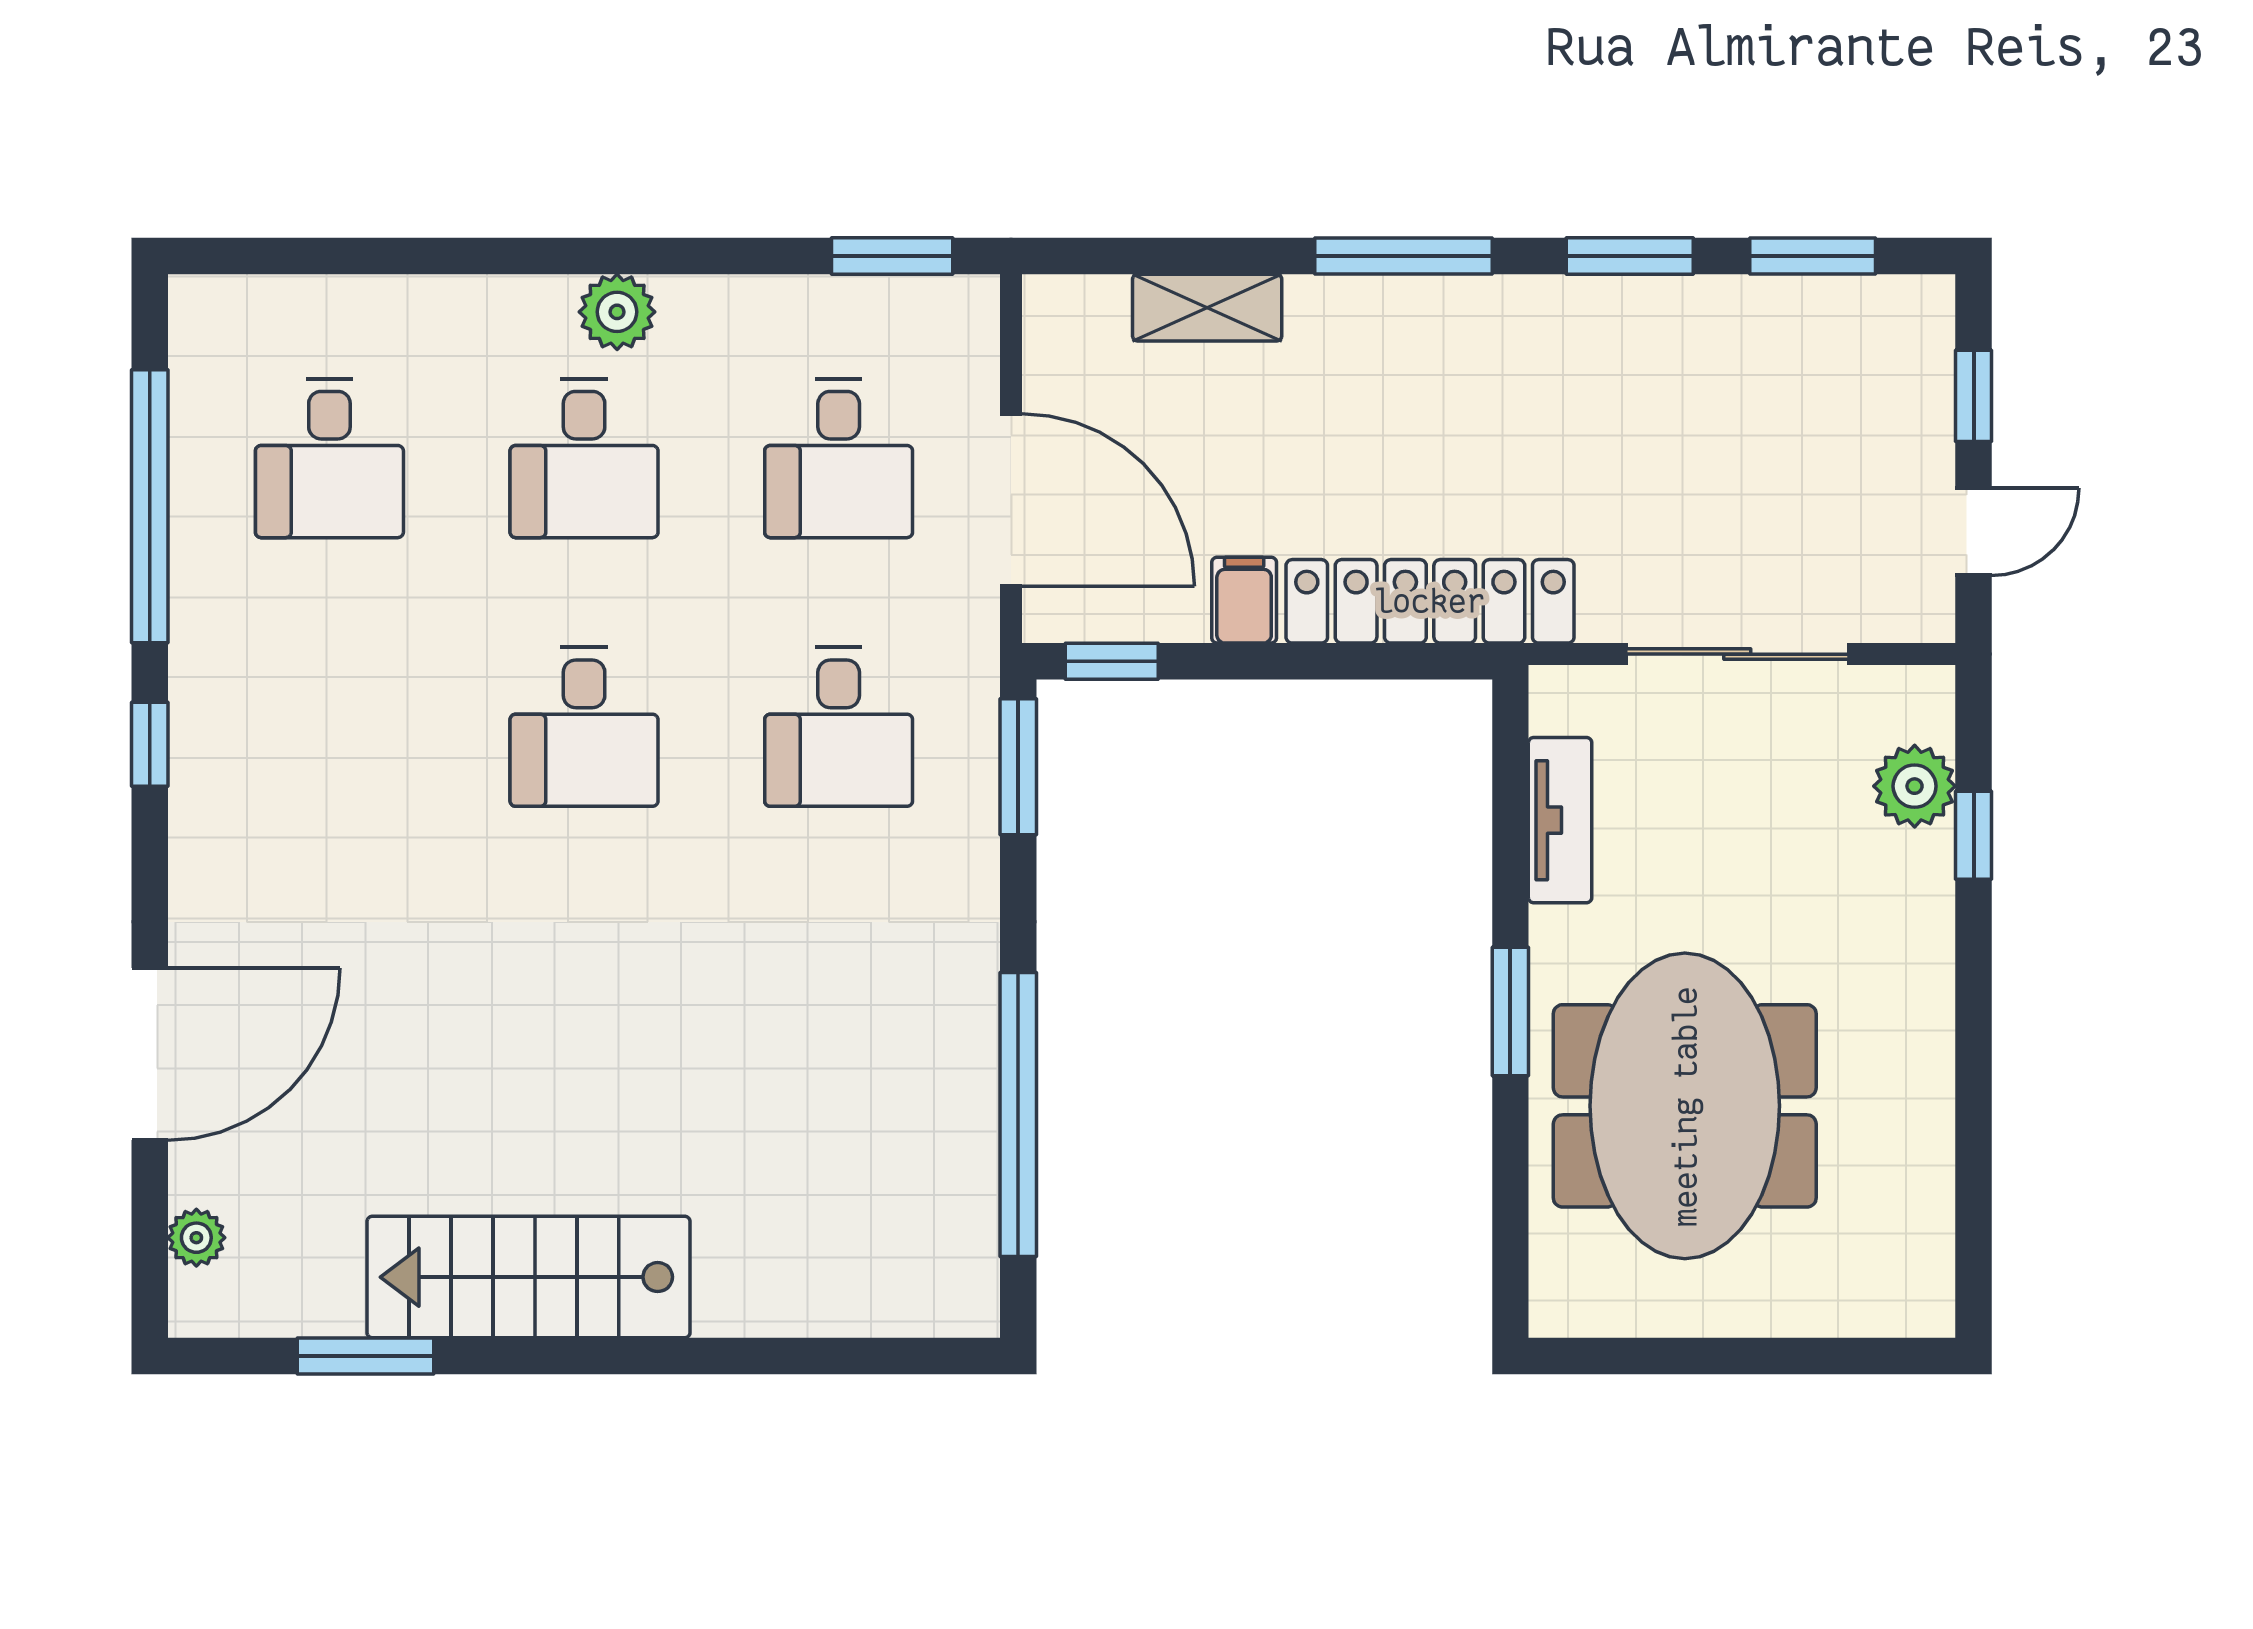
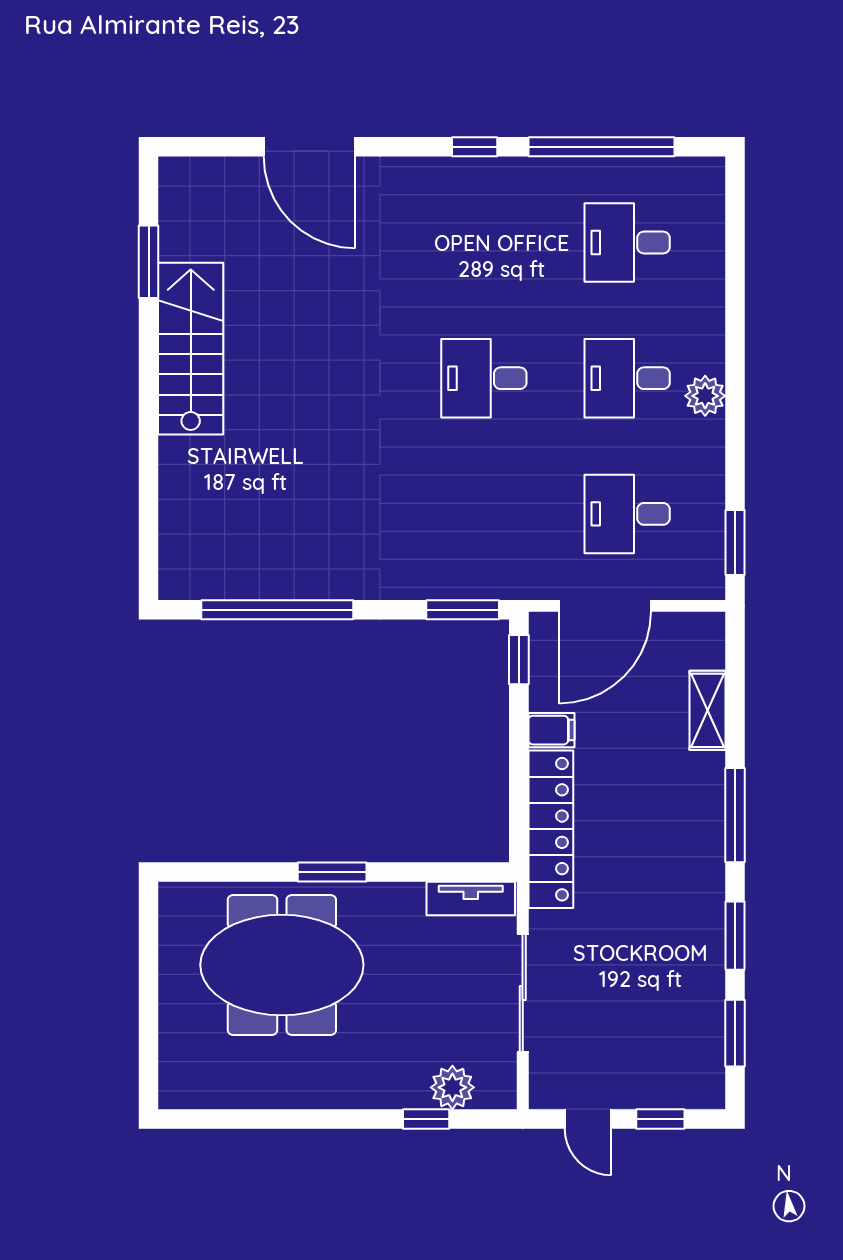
desk: (839, 727) -> (484, 514), removed
tv unit: (1560, 820) -> (471, 899), moved
plant: (196, 1238) -> (212, 172), removed

